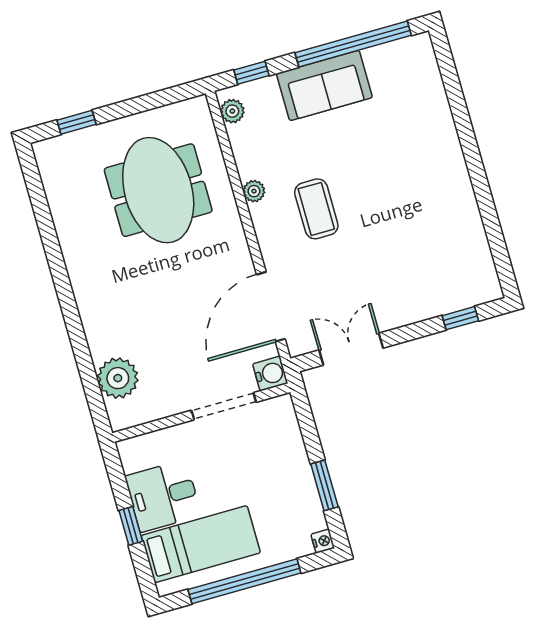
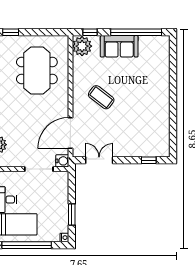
plant: (232, 111) -> (82, 46), width x1.87, depth x1.87
plant: (254, 191) -> (77, 82), removed
coffee table: (316, 209) -> (101, 97), turned -52

